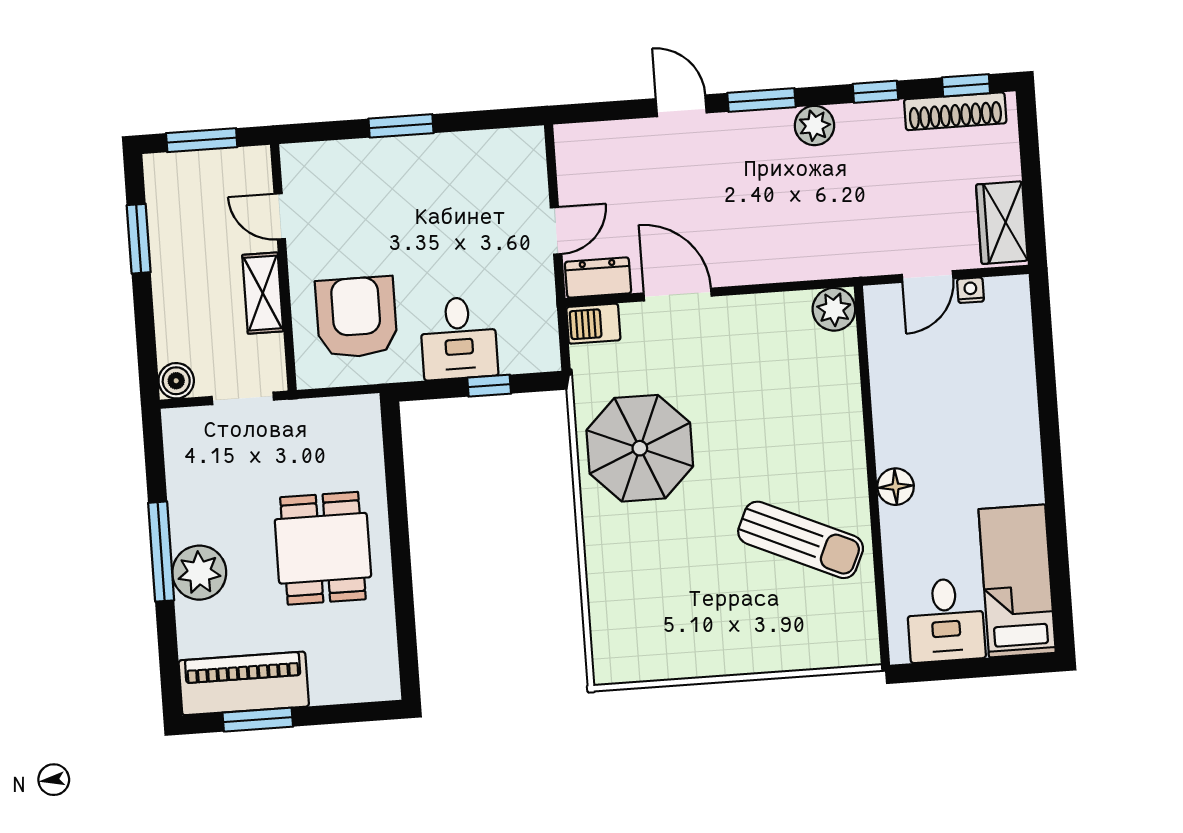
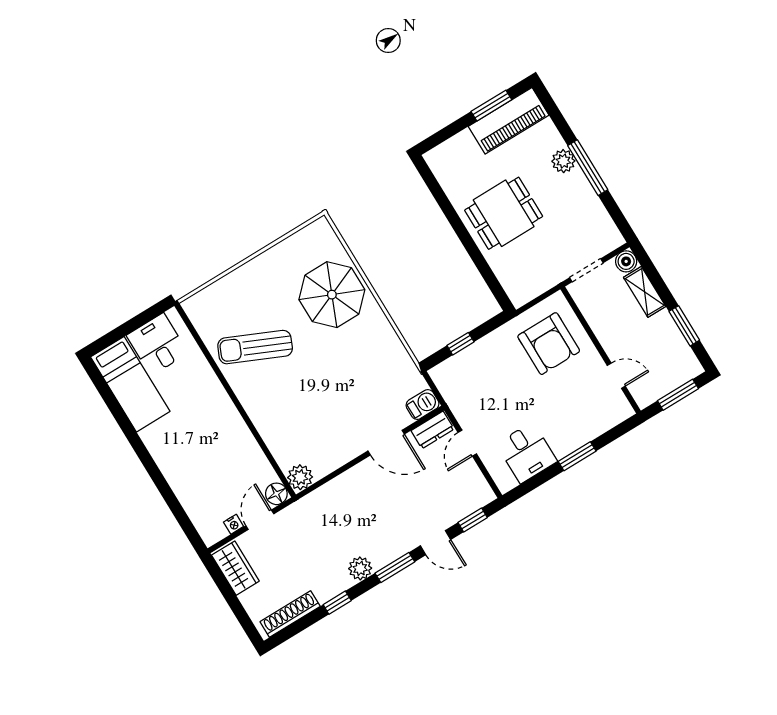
window: (966, 85) -> (473, 520), moved
shelving: (263, 293) -> (645, 292), moved
desk: (459, 338) -> (527, 453), moved, turned 180
parasol: (640, 448) -> (332, 295), moved
floor lamp: (896, 487) -> (276, 494), moved
dining table: (323, 548) -> (504, 213), turned 90
plant: (199, 573) -> (563, 161), width x0.73, depth x0.73

